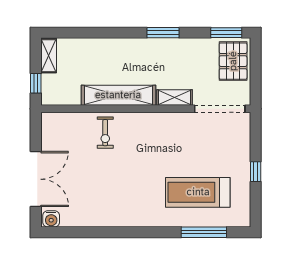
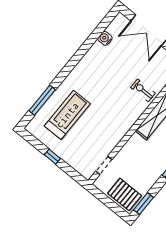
shelving: (175, 97) -> (131, 145), removed
doorway: (220, 109) -> (104, 165), width x0.53
water cooler: (51, 219) -> (105, 38), moved

